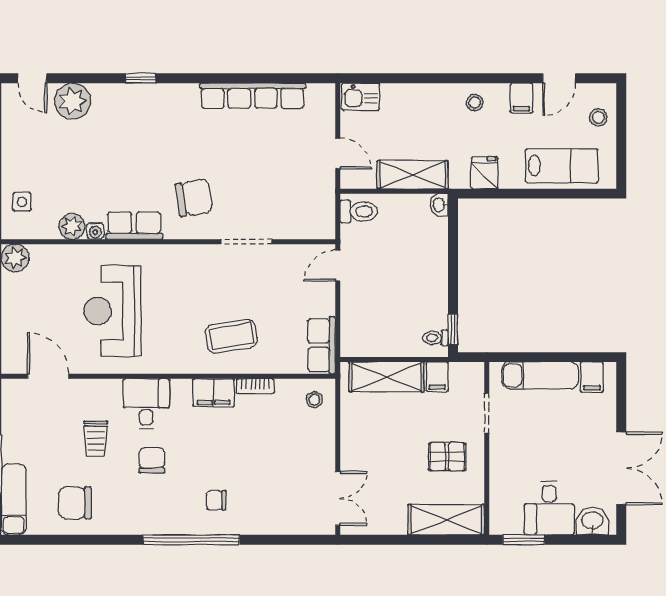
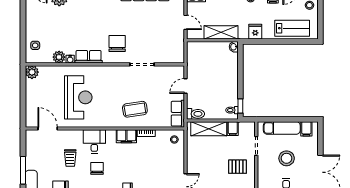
chair: (194, 198) -> (117, 43), turned -81
toilet: (359, 212) -> (195, 114), moved
door: (338, 266) -> (185, 86), moved
reception desk: (112, 311) -> (78, 97), turned 180
stool: (550, 439) -> (287, 158), added

